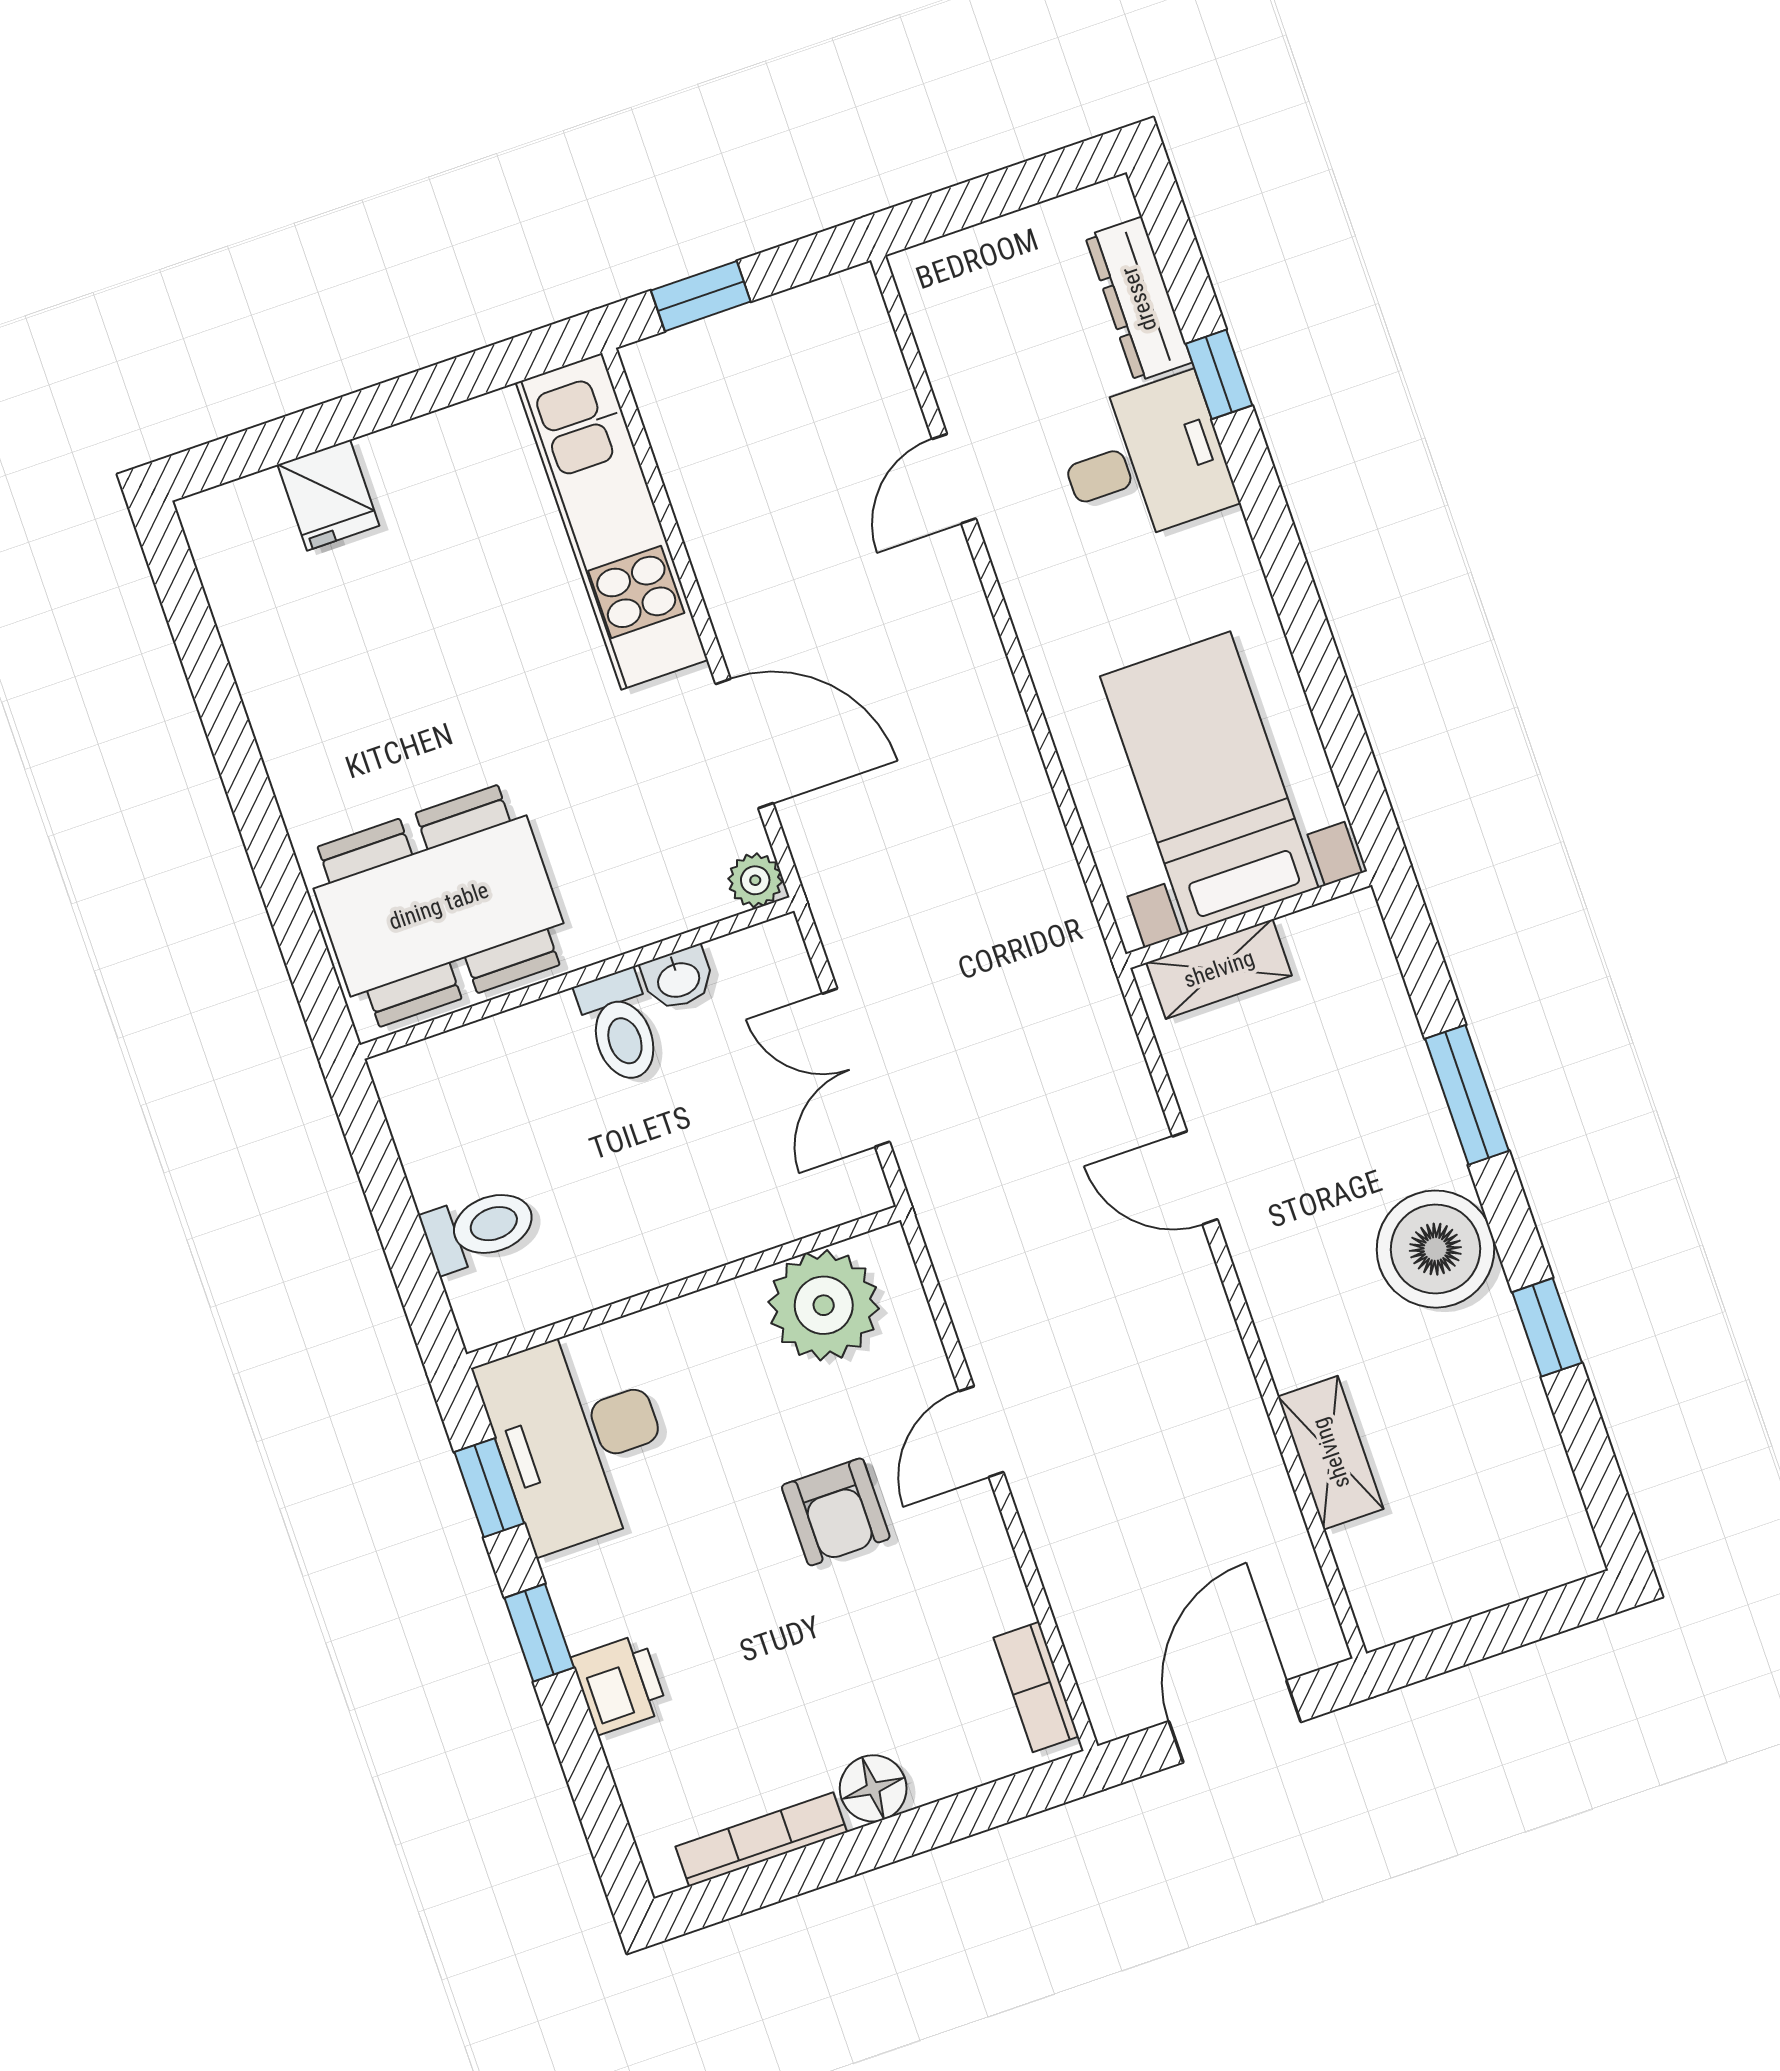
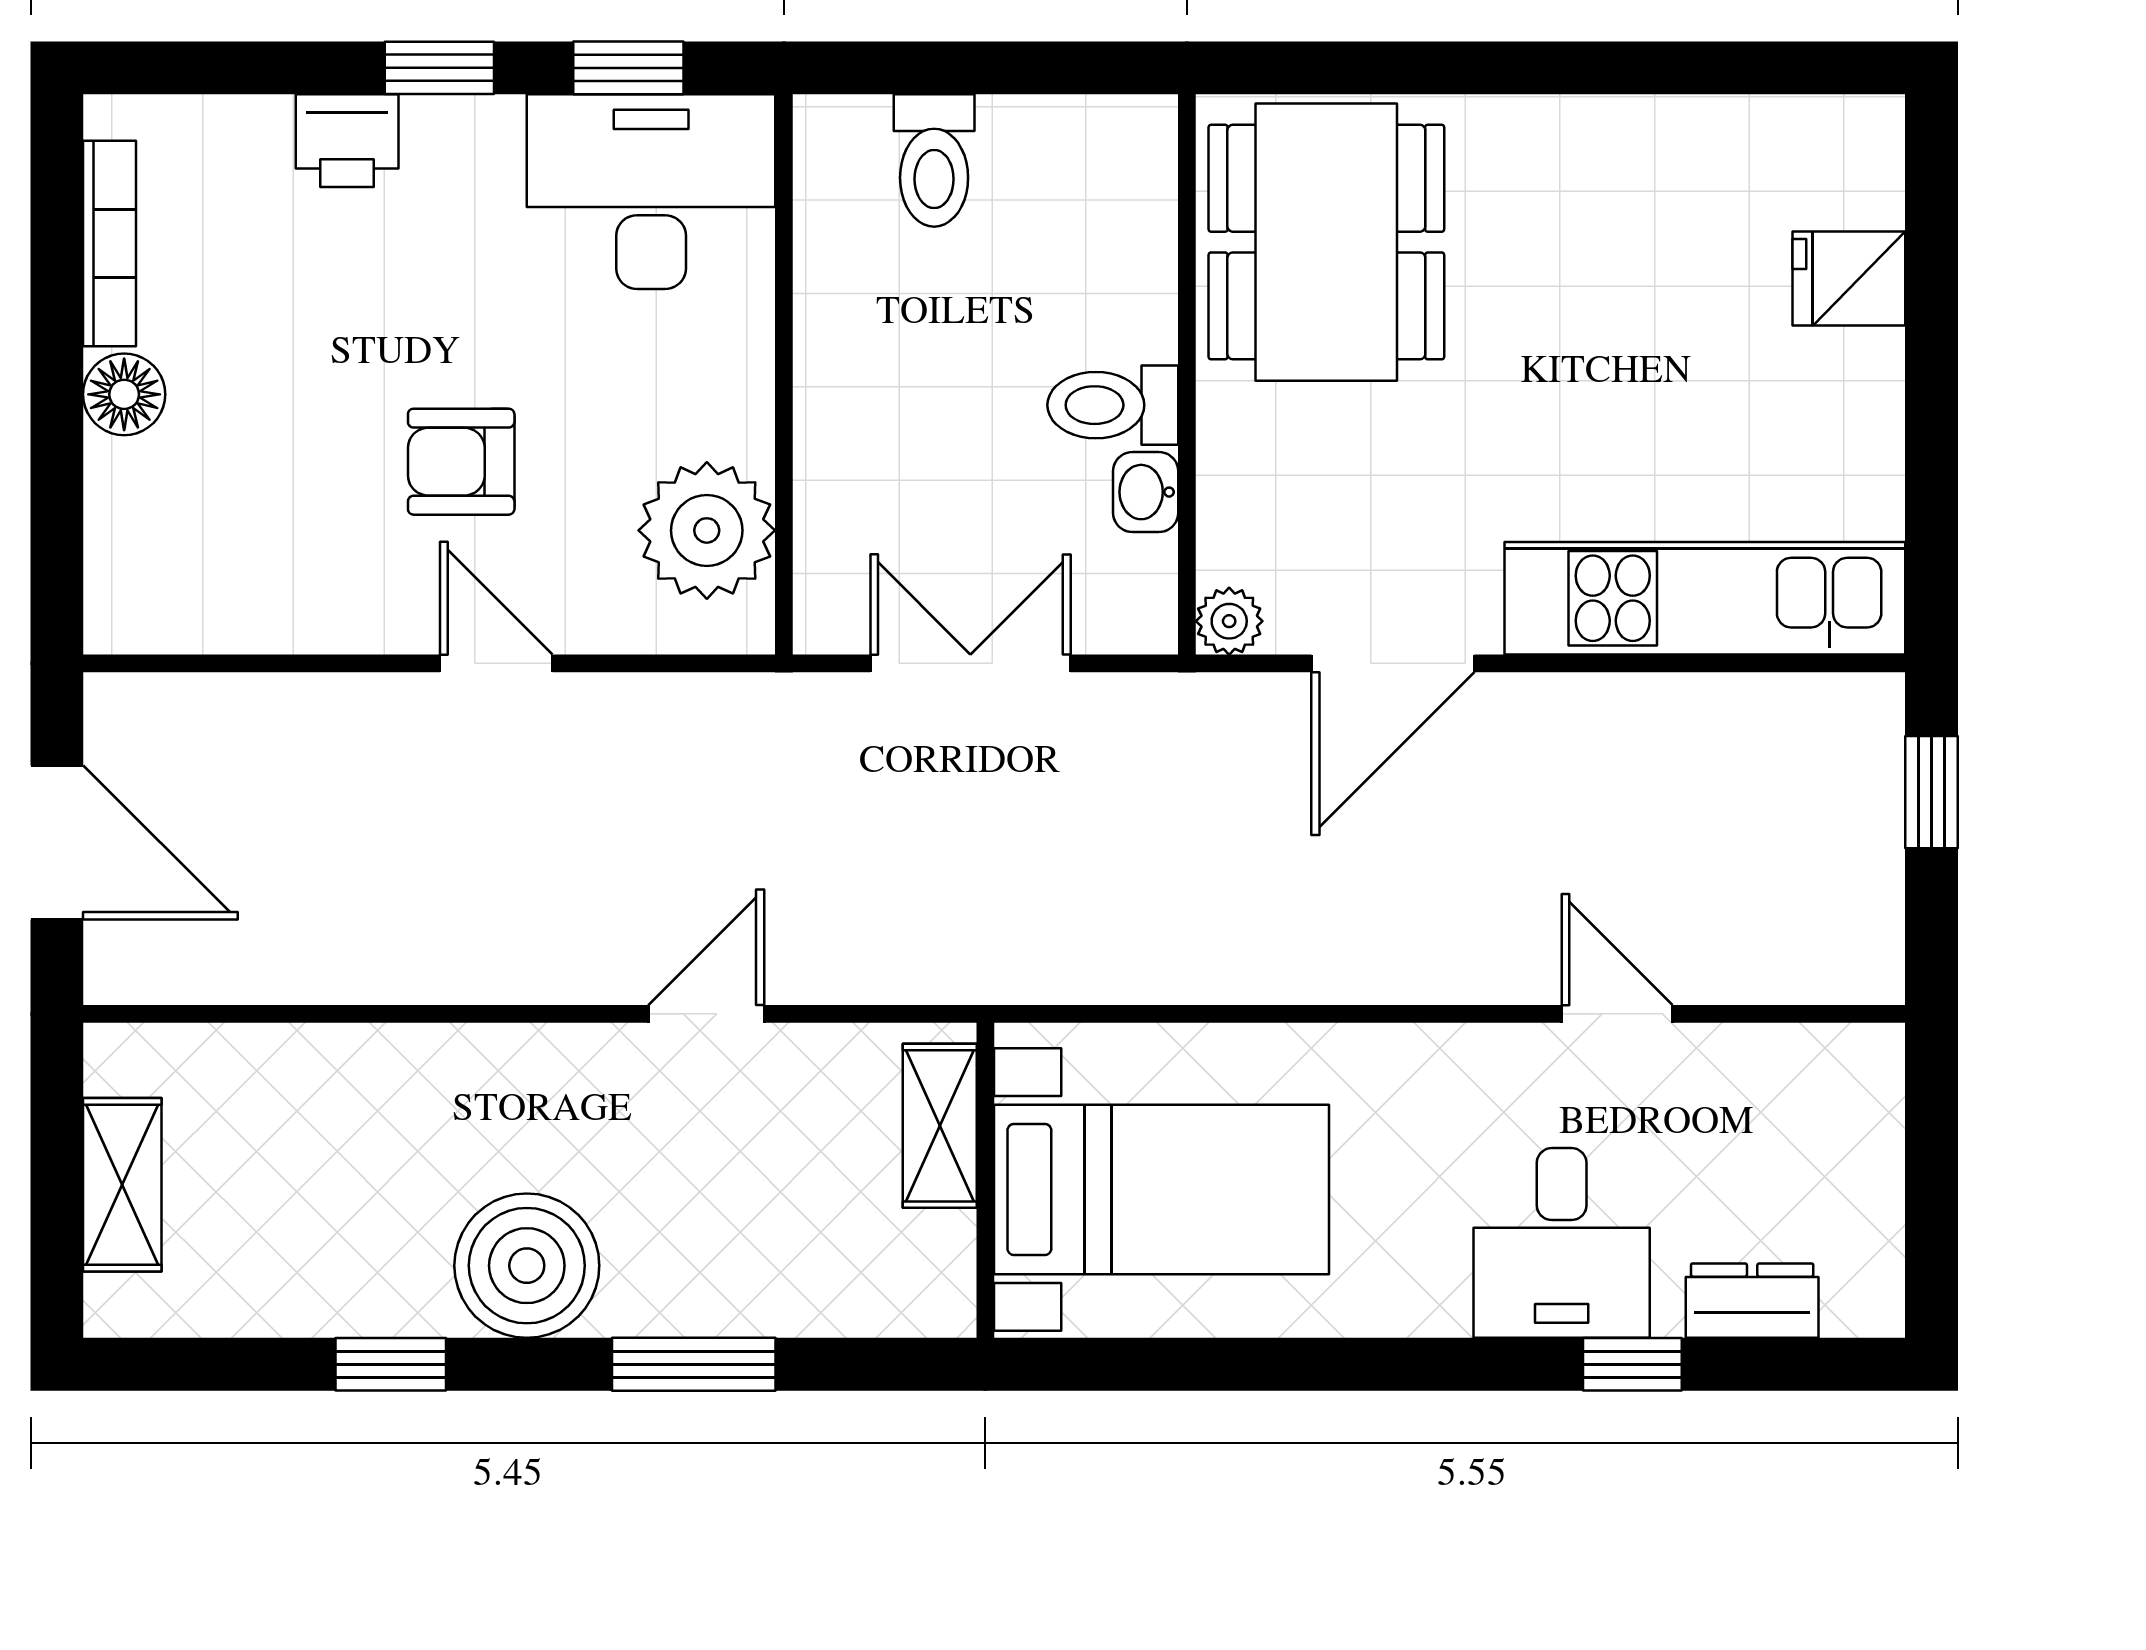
dresser: (1139, 299) -> (1752, 1301), width x0.70
shelving: (1331, 1453) -> (122, 1185), moved, turned 90
bookcase: (1036, 1687) -> (177, 625), removed

